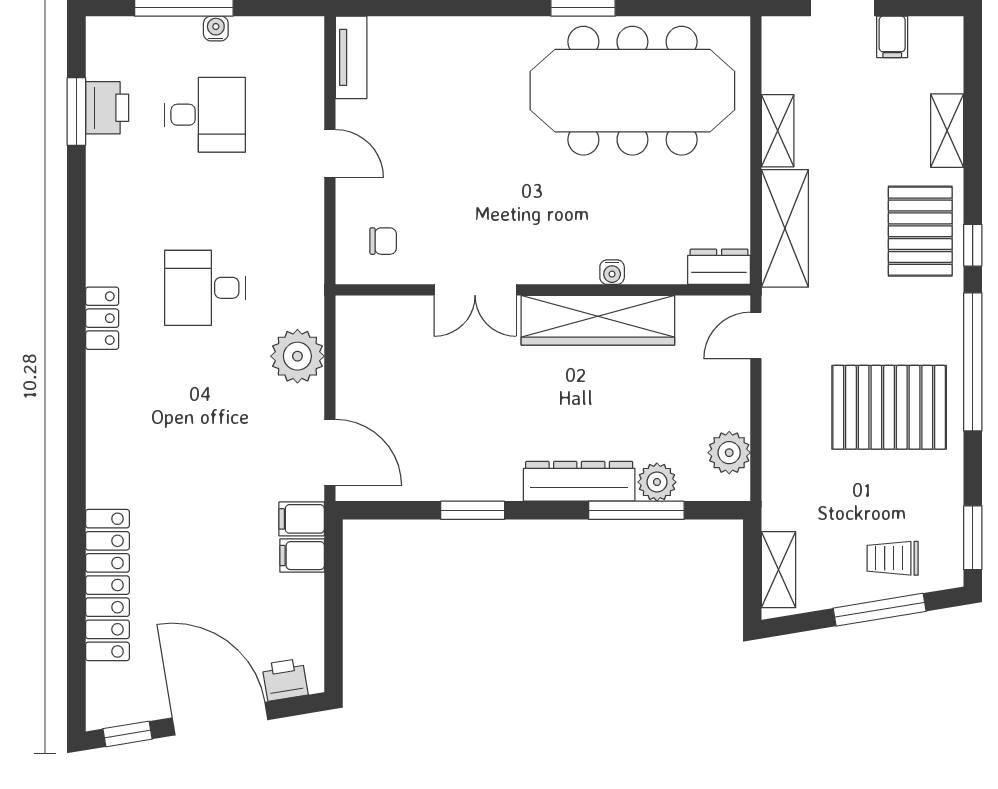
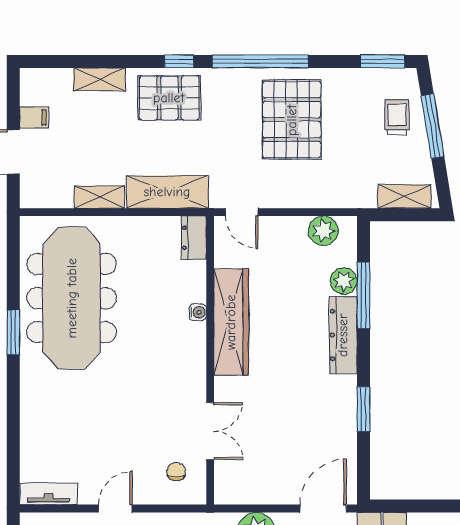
double door: (475, 290) -> (210, 431), moved
trolley: (893, 558) -> (397, 117), turned 180

